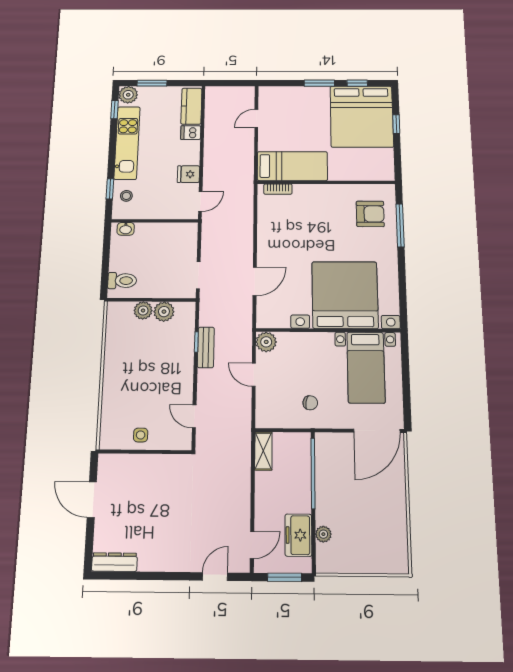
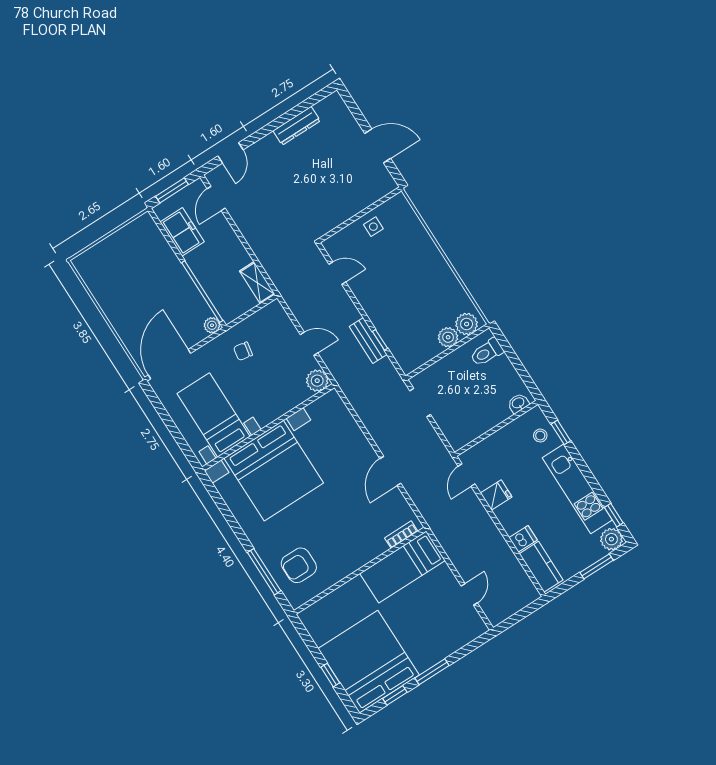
door: (255, 281) -> (390, 471), moved
plant: (164, 312) -> (467, 324), moved
plant: (323, 534) -> (212, 325), moved
dresser: (114, 562) -> (297, 126), moved

